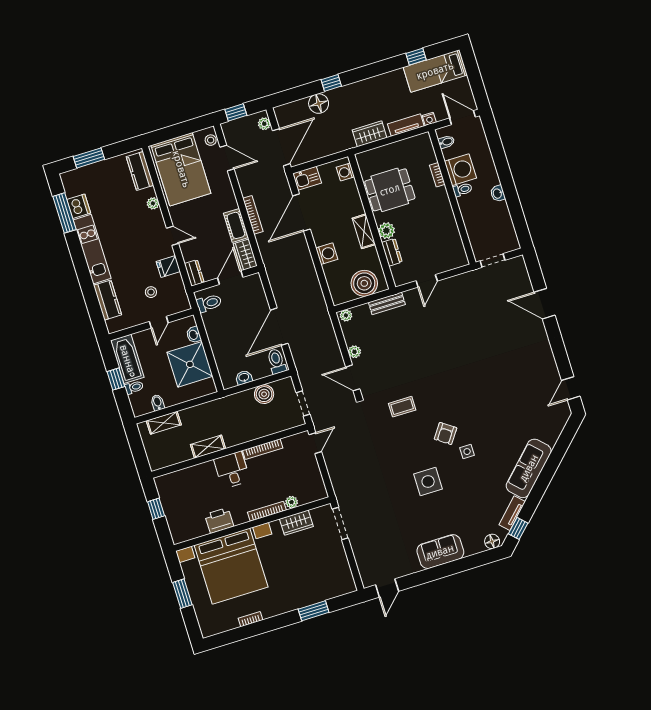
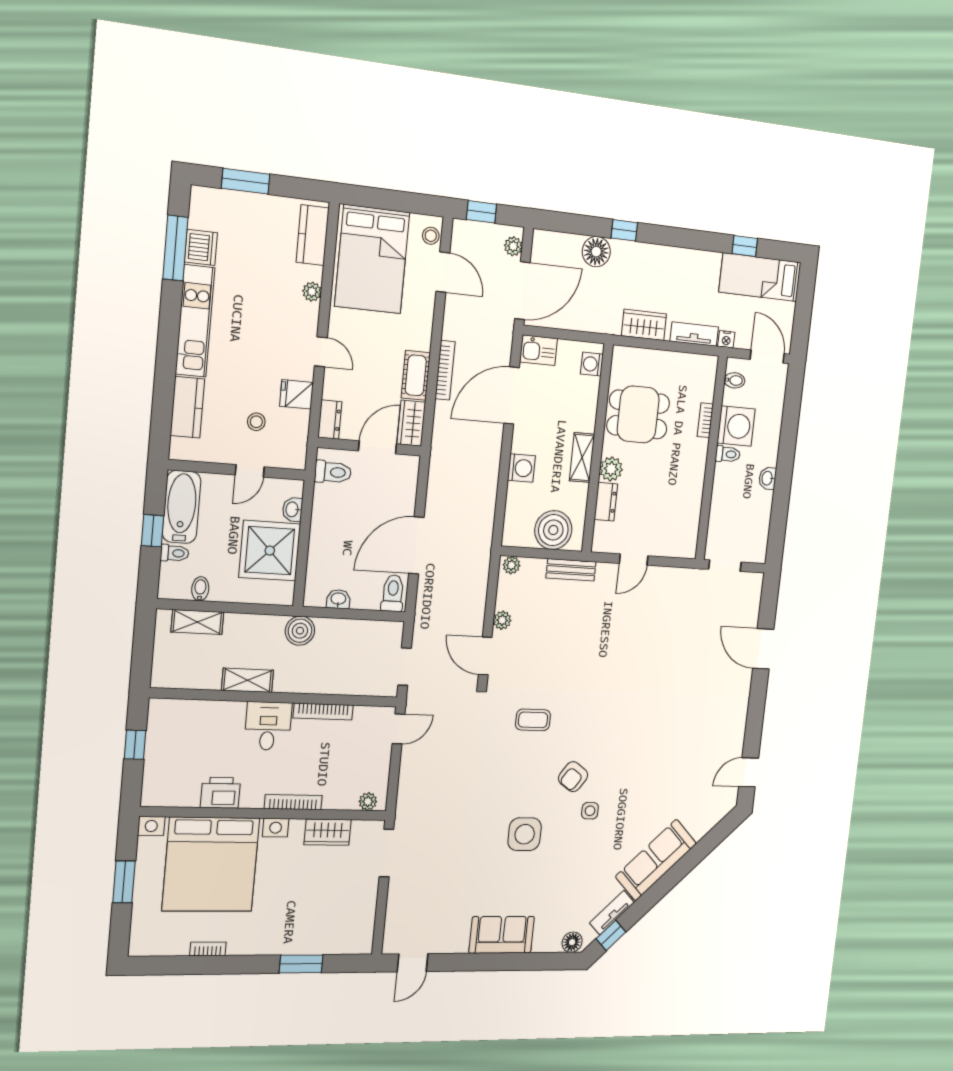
boiler: (264, 394) -> (300, 631), moved
plant: (292, 502) -> (368, 801), moved

